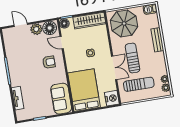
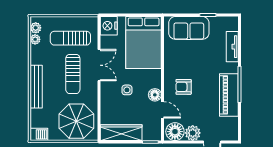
floor lamp: (64, 23) -> (155, 95), moved
bench: (157, 40) -> (36, 87), width x1.36
piano: (14, 62) -> (229, 95), added
double door: (114, 68) -> (99, 65), swing flipped
sofa: (61, 99) -> (189, 28), moved, turned 90

